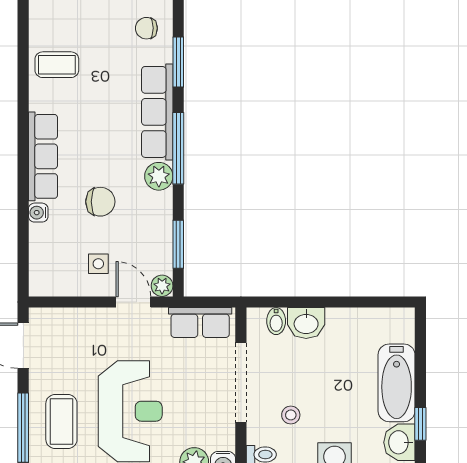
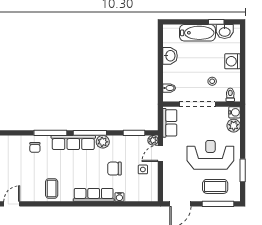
window: (178, 62) -> (50, 133), width x1.44
chair: (100, 202) -> (114, 169), turned -90
washbasin: (306, 323) -> (170, 56), moved

